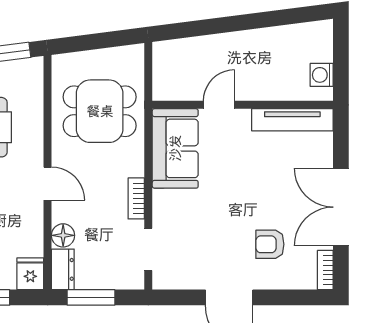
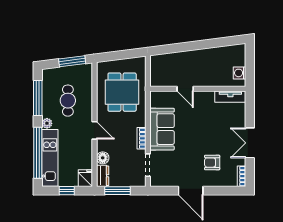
door: (219, 105) -> (185, 89), swing flipped
dining table: (100, 111) -> (122, 92), turned 90
tv unit: (292, 120) -> (230, 97), width x0.71
sofa: (175, 148) -> (162, 129), moved
double door: (341, 207) -> (250, 143), width x0.73

